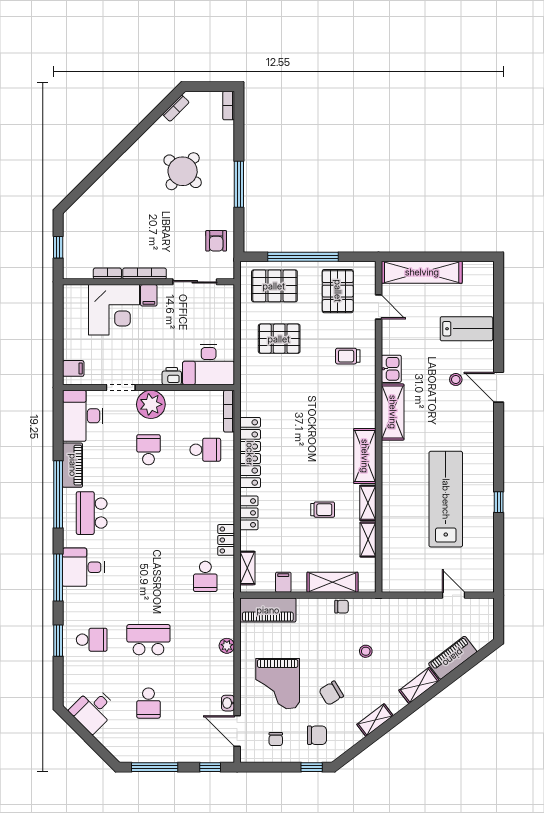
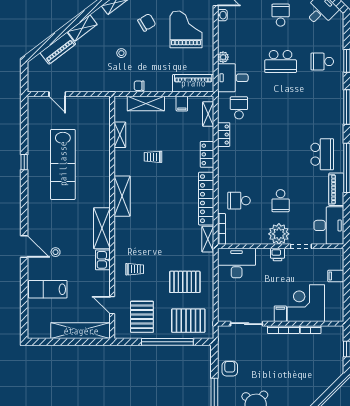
armchair: (216, 241) -> (230, 369), moved
filing cabinet: (73, 368) -> (336, 276), moved
printer: (172, 376) -> (277, 255), moved
shelving: (368, 503) -> (208, 239), moved
desk: (83, 567) -> (233, 78), moved, turned 180

